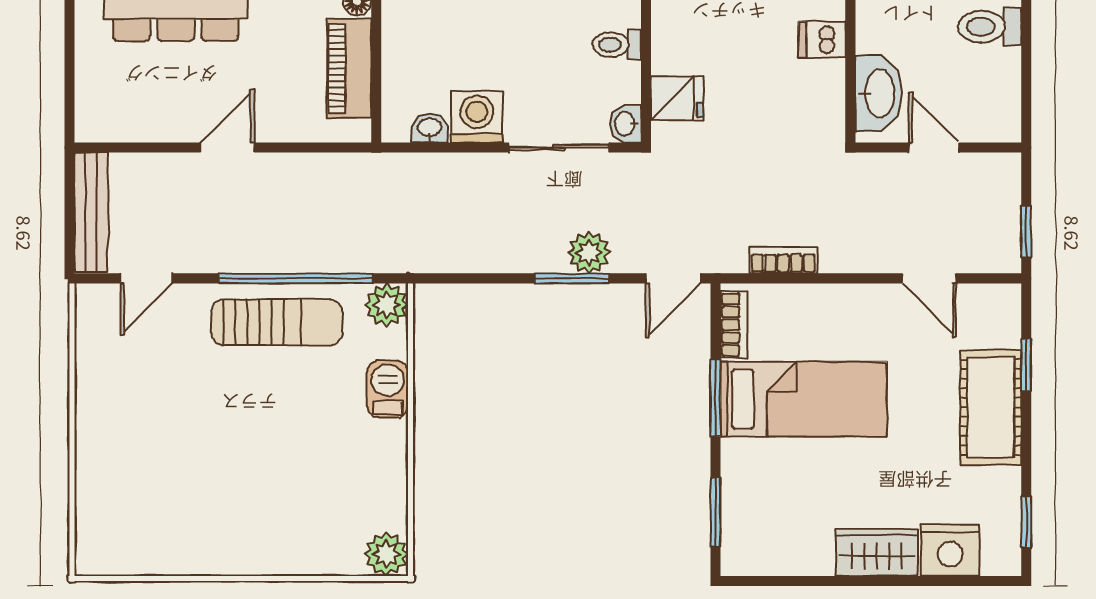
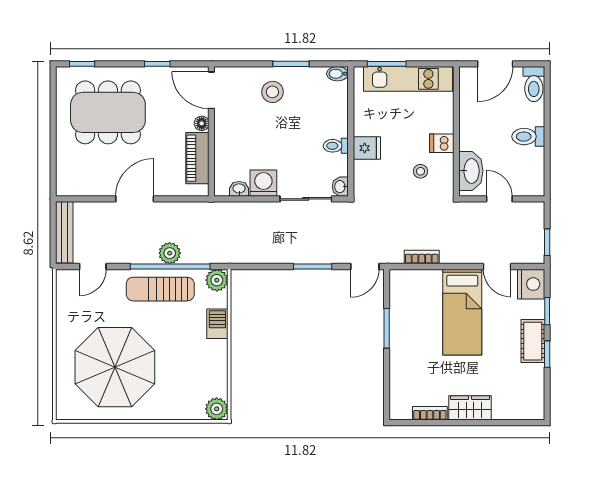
stool: (781, 94) -> (420, 171), added
fridge: (677, 98) -> (367, 148), moved
door: (227, 148) -> (135, 199), width x1.38
plant: (589, 253) -> (170, 253), moved
sun lounger: (277, 322) -> (160, 289), turned 180
bookcase: (734, 325) -> (430, 413), moved, turned -90
bed: (804, 399) -> (462, 312), moved, turned 90
cot: (991, 407) -> (533, 341), width x0.73, depth x0.75
parasol: (189, 473) -> (115, 367), added
window: (715, 512) -> (387, 387), removed
window: (1026, 522) -> (547, 354), moved
nightstand: (950, 550) -> (531, 284), moved, turned -90

